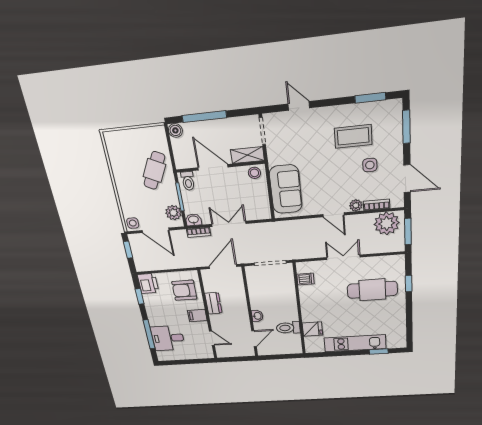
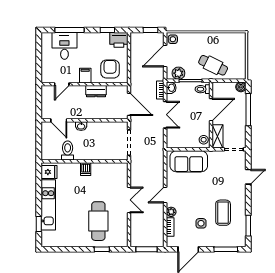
plant: (387, 223) -> (155, 234), removed
dishwasher: (306, 279) -> (86, 169), moved
fridge: (312, 329) -> (49, 172), moved, turned -90

